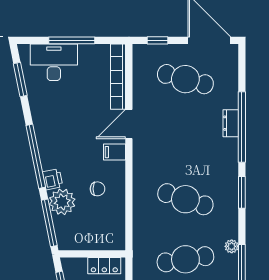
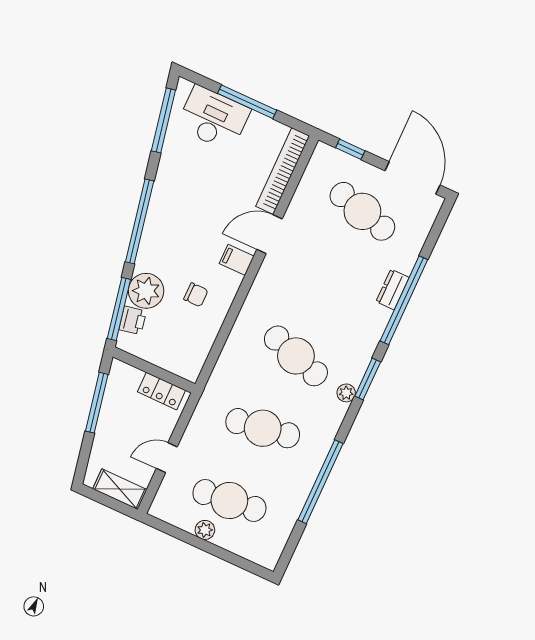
window: (20, 79) -> (163, 120), width x1.44
printer: (53, 179) -> (133, 320), moved
plant: (232, 246) -> (346, 393), moved

